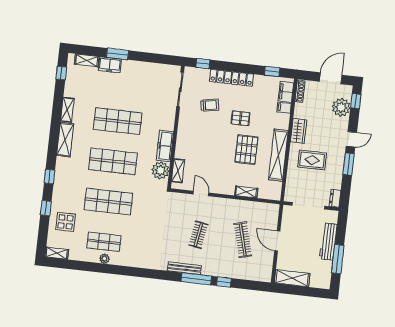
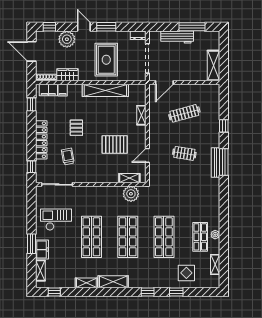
checkout: (141, 84) -> (56, 220), added
plant: (341, 107) -> (67, 39), moved
wardrobe: (299, 131) -> (68, 75), moved
freezer: (165, 146) -> (109, 192), removed
pallet: (246, 150) -> (115, 144), moved
rug: (312, 160) -> (106, 60), width x1.36, depth x1.43
door: (277, 241) -> (164, 82), moved
shelving: (57, 253) -> (215, 264), moved
window: (196, 279) -> (224, 162), moved

